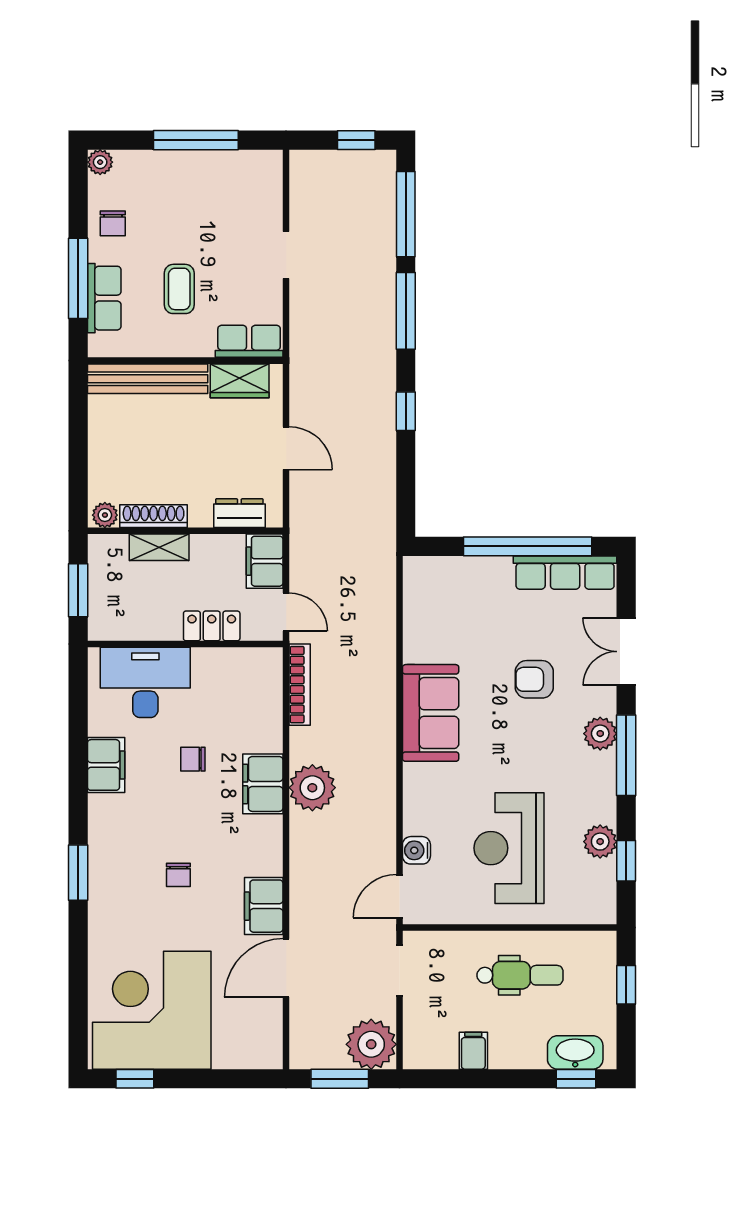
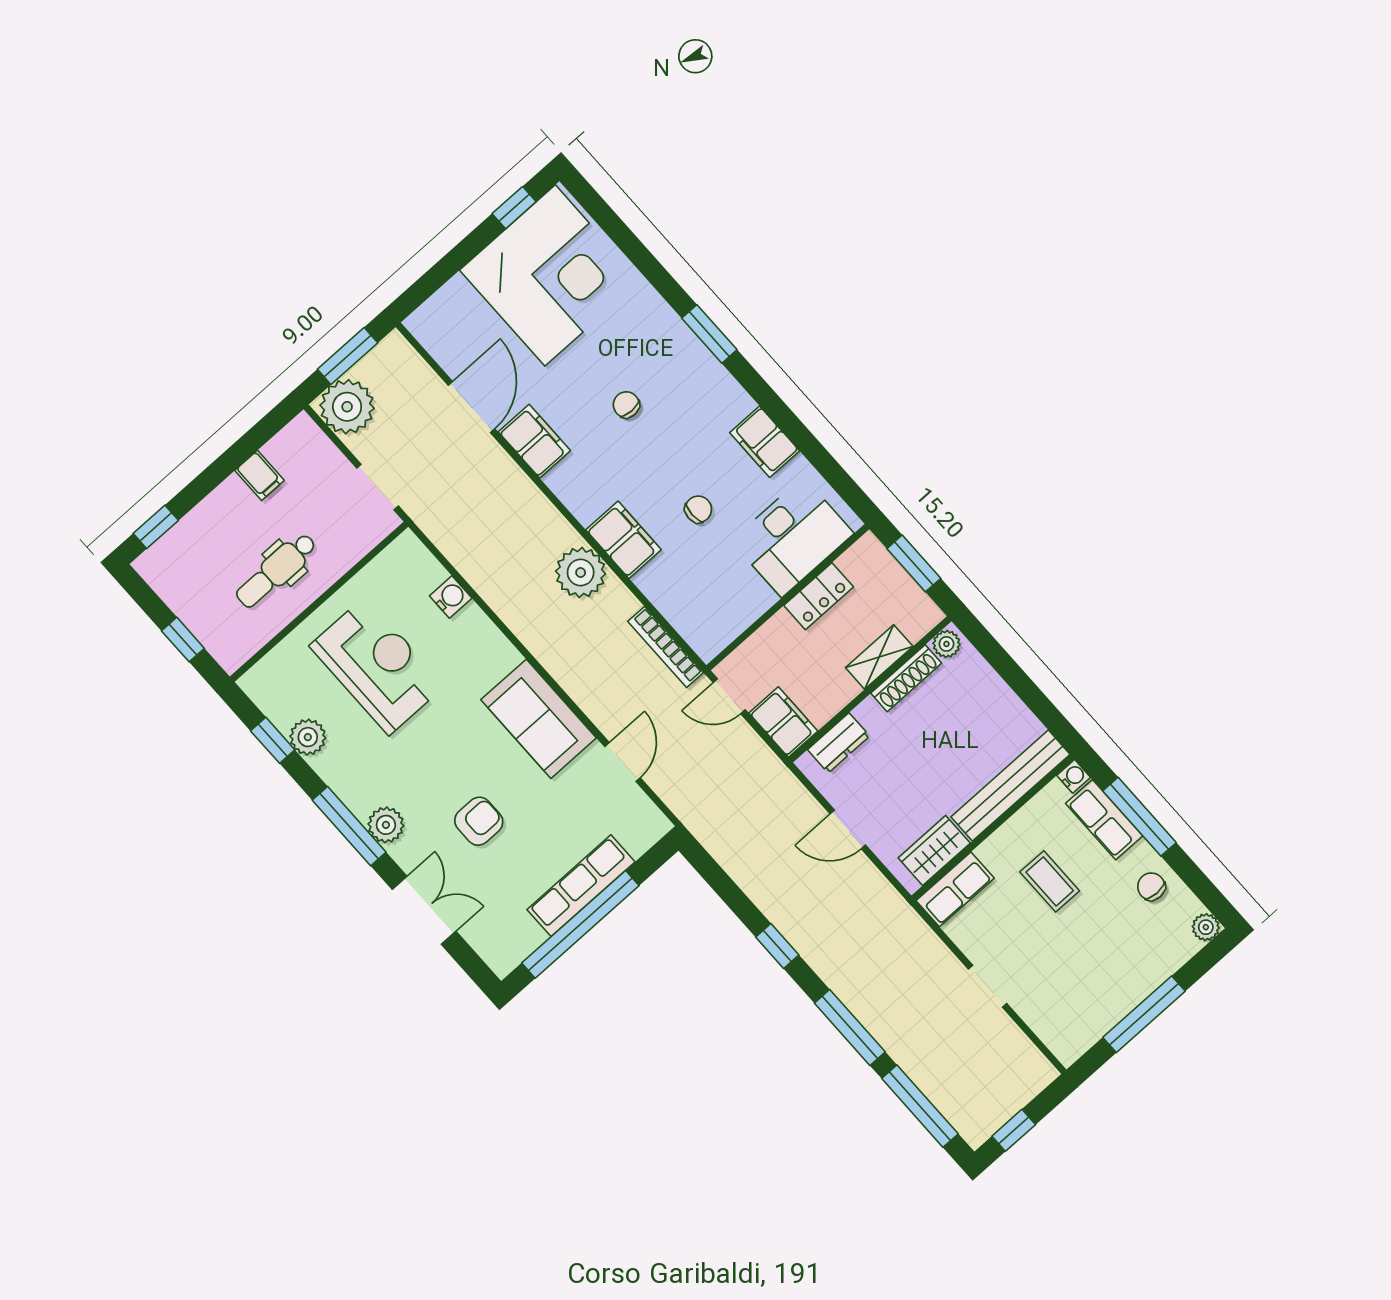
water cooler: (99, 346) -> (1074, 776), added
row of seats: (565, 573) -> (581, 886), moved
locker: (212, 626) -> (819, 596), moved
door: (399, 896) -> (623, 762), moved
washbasin: (575, 1052) -> (175, 548), removed

